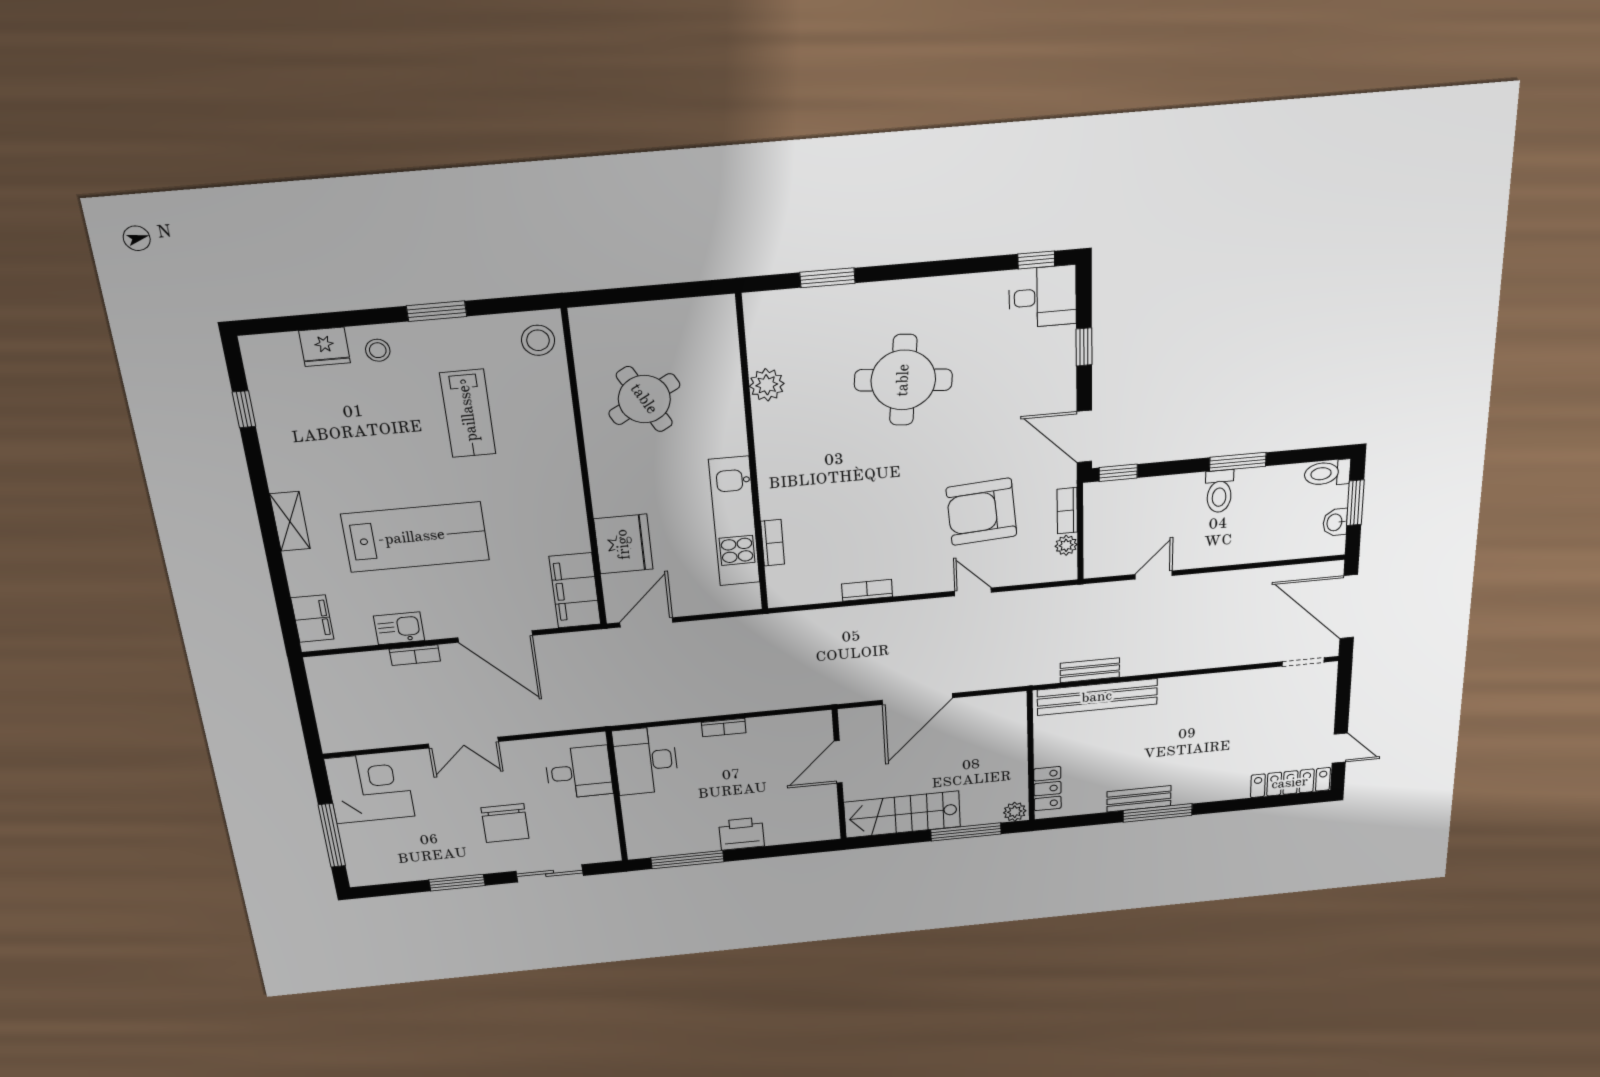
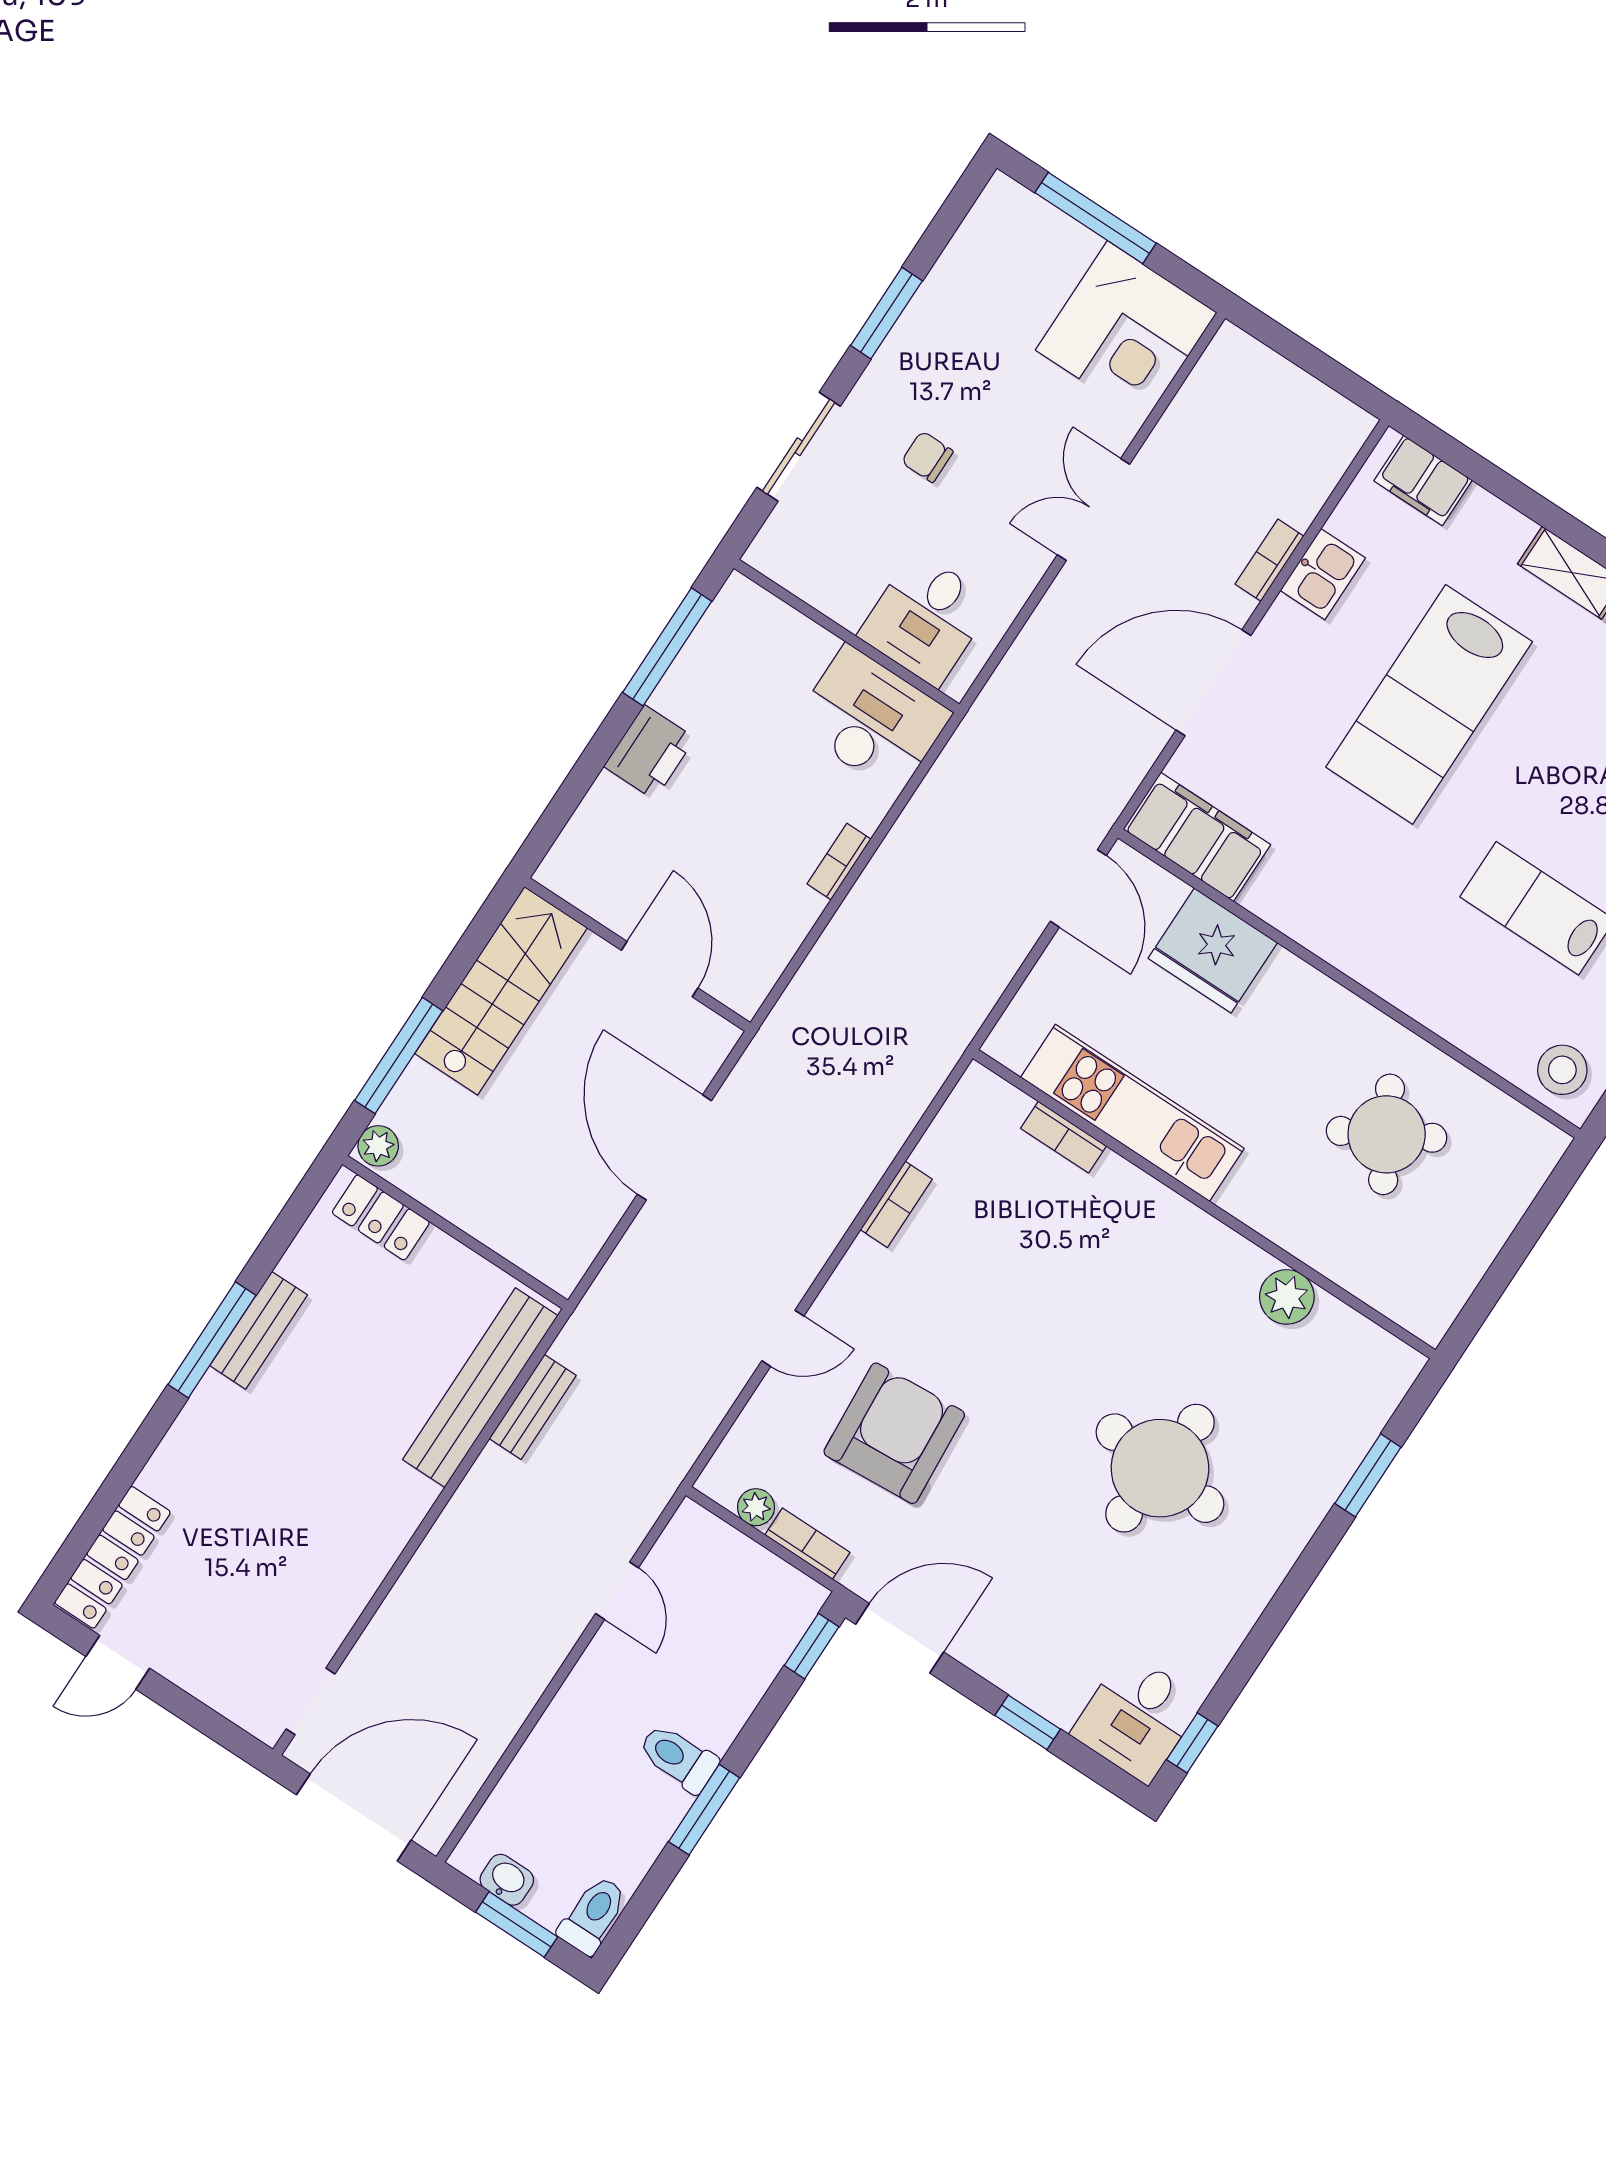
chair: (505, 823) -> (927, 457), width x0.54, depth x0.54

